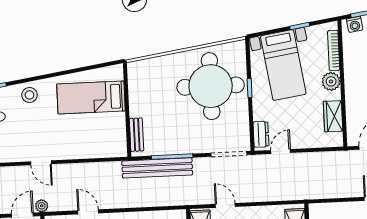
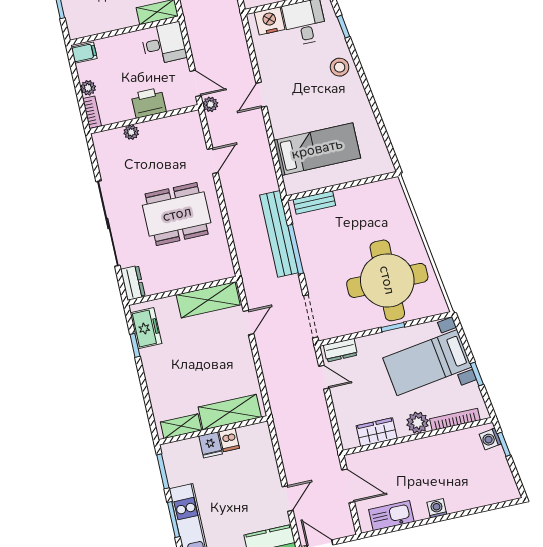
bed: (91, 97) -> (317, 149), moved, turned 90

